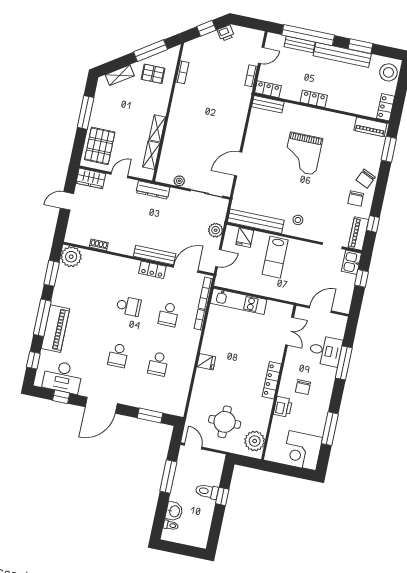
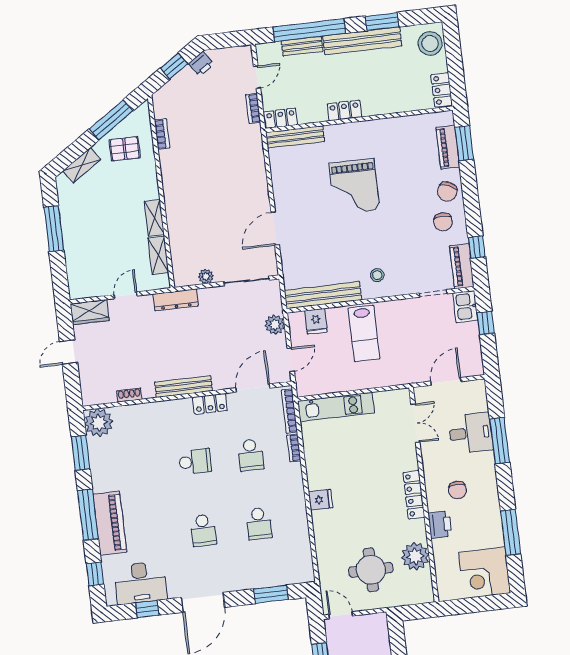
bench: (268, 104) -> (295, 137), width x1.36
piano: (370, 127) -> (448, 147), moved, turned 90
pallet: (100, 146) -> (87, 266), removed
bench: (155, 255) -> (184, 387), moved
plant: (255, 441) -> (415, 556), moved

